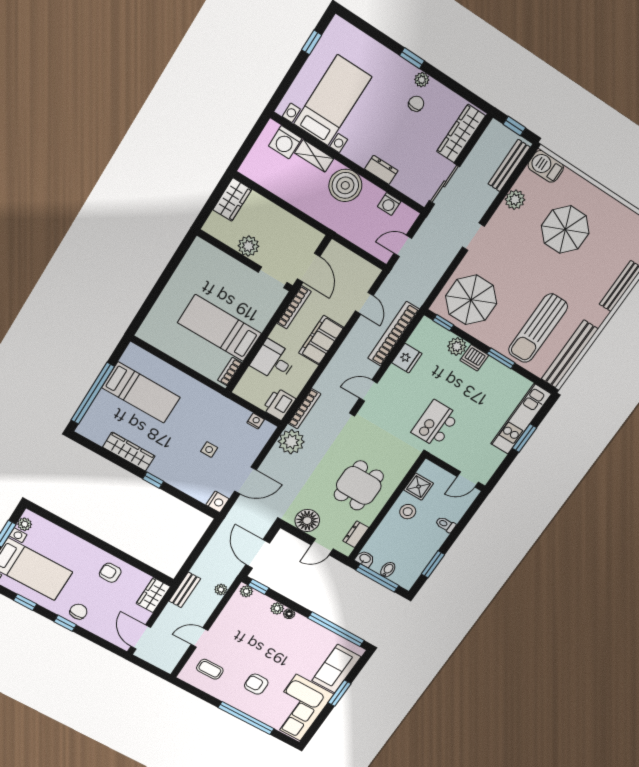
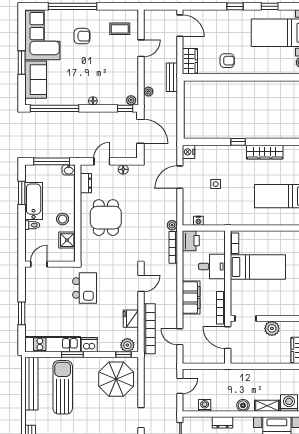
boiler: (345, 185) -> (243, 405), width x0.54, depth x0.54
plant: (457, 346) -> (127, 345), moved
kitchen unit: (521, 419) -> (53, 344), moved, turned -90
plant: (291, 442) -> (172, 225), width x0.53, depth x0.53
floor lamp: (307, 521) -> (123, 169), width x0.53, depth x0.53
bathtub: (426, 549) -> (34, 201), added
bidet: (388, 570) -> (49, 171), removed
plant: (277, 608) -> (103, 100), removed
chair: (78, 612) -> (231, 20), removed

